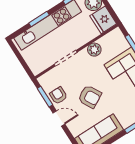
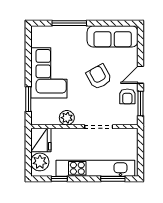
window: (39, 19) -> (113, 179), moved
door: (59, 118) -> (141, 75), hinge flipped

